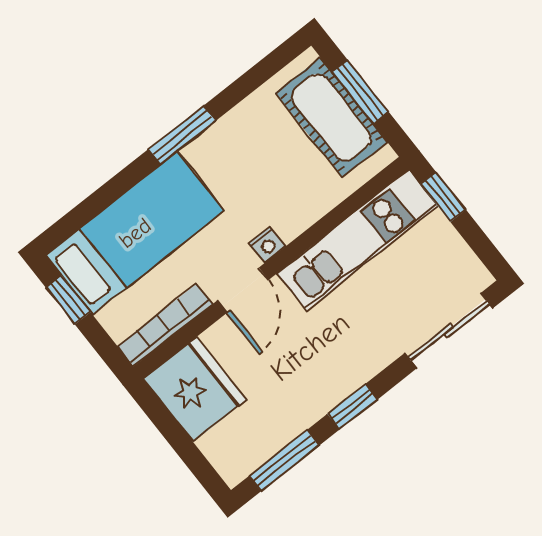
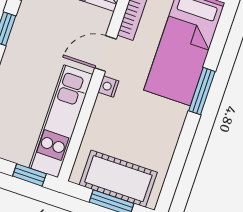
window: (182, 135) -> (202, 91), moved
door: (243, 290) -> (105, 53), hinge flipped

